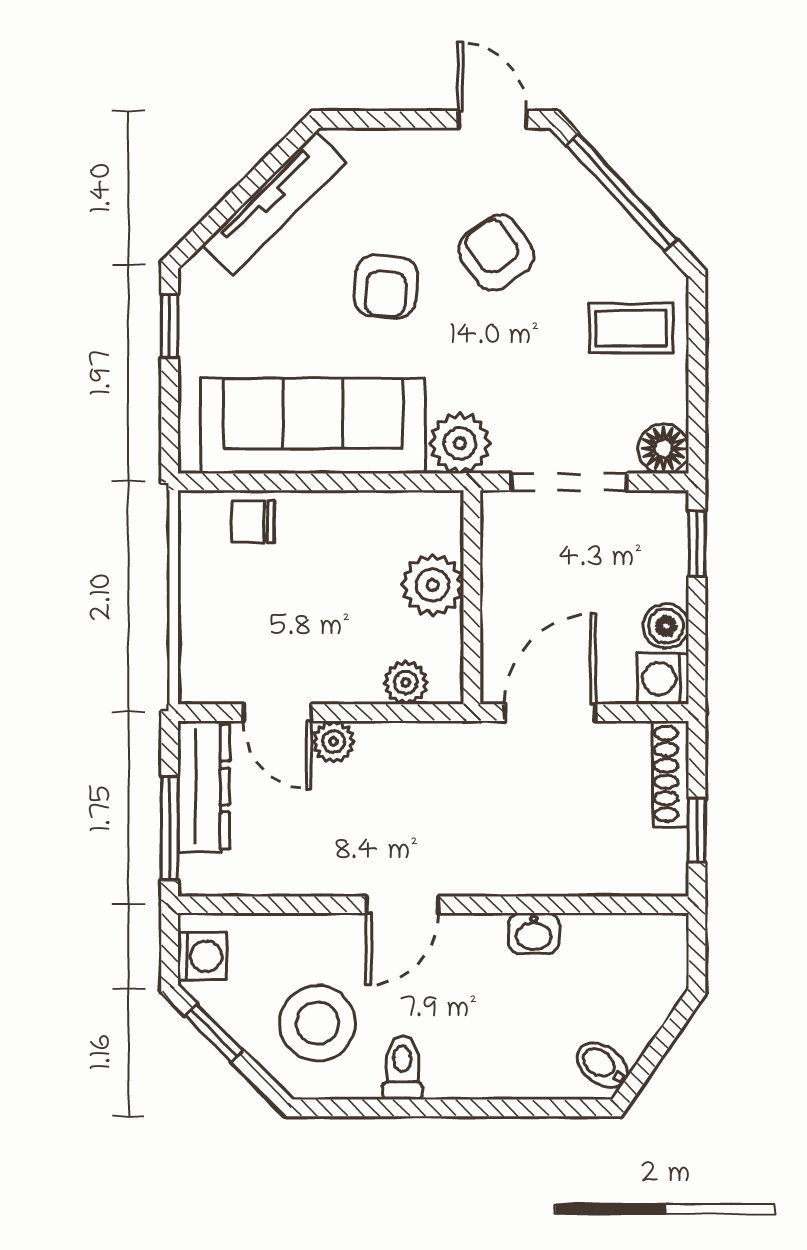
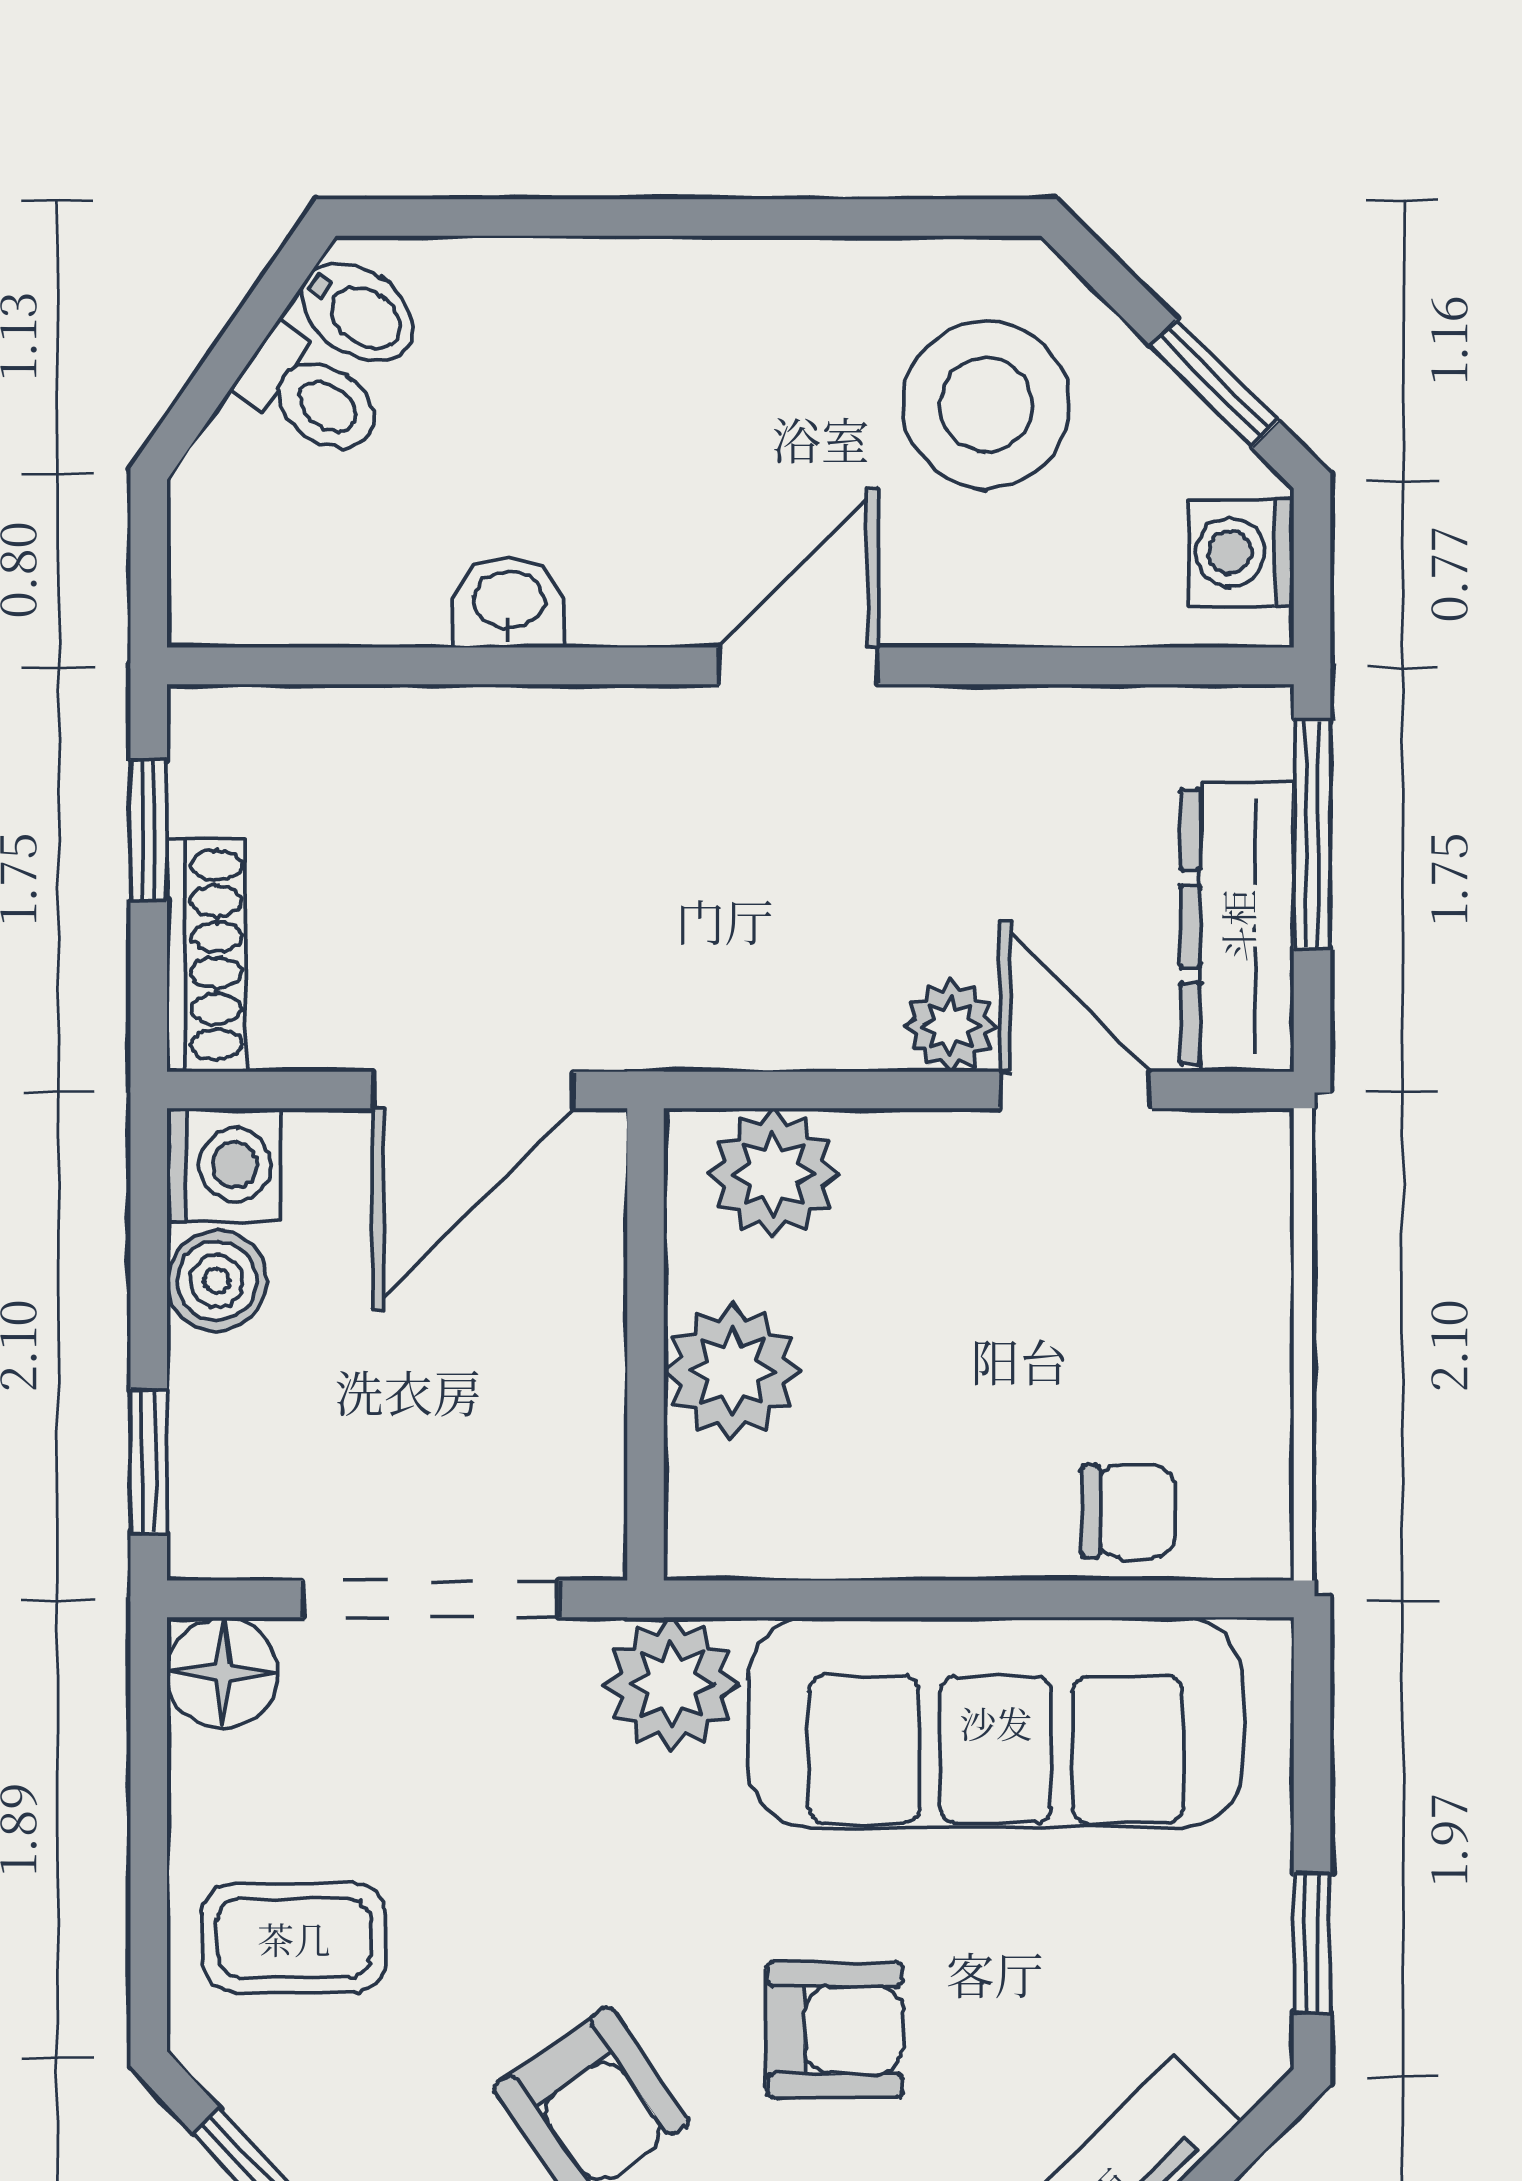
armchair: (386, 287) -> (835, 2030), turned 86
plant: (406, 683) -> (773, 1174), width x1.38, depth x1.38
toilet: (402, 1068) -> (311, 395), moved, turned -55

